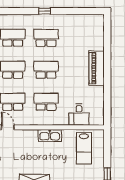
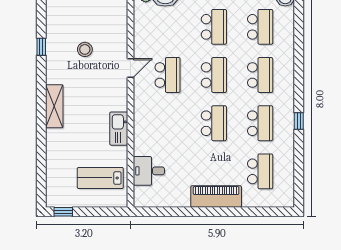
school desk: (46, 102) -> (260, 171), moved

